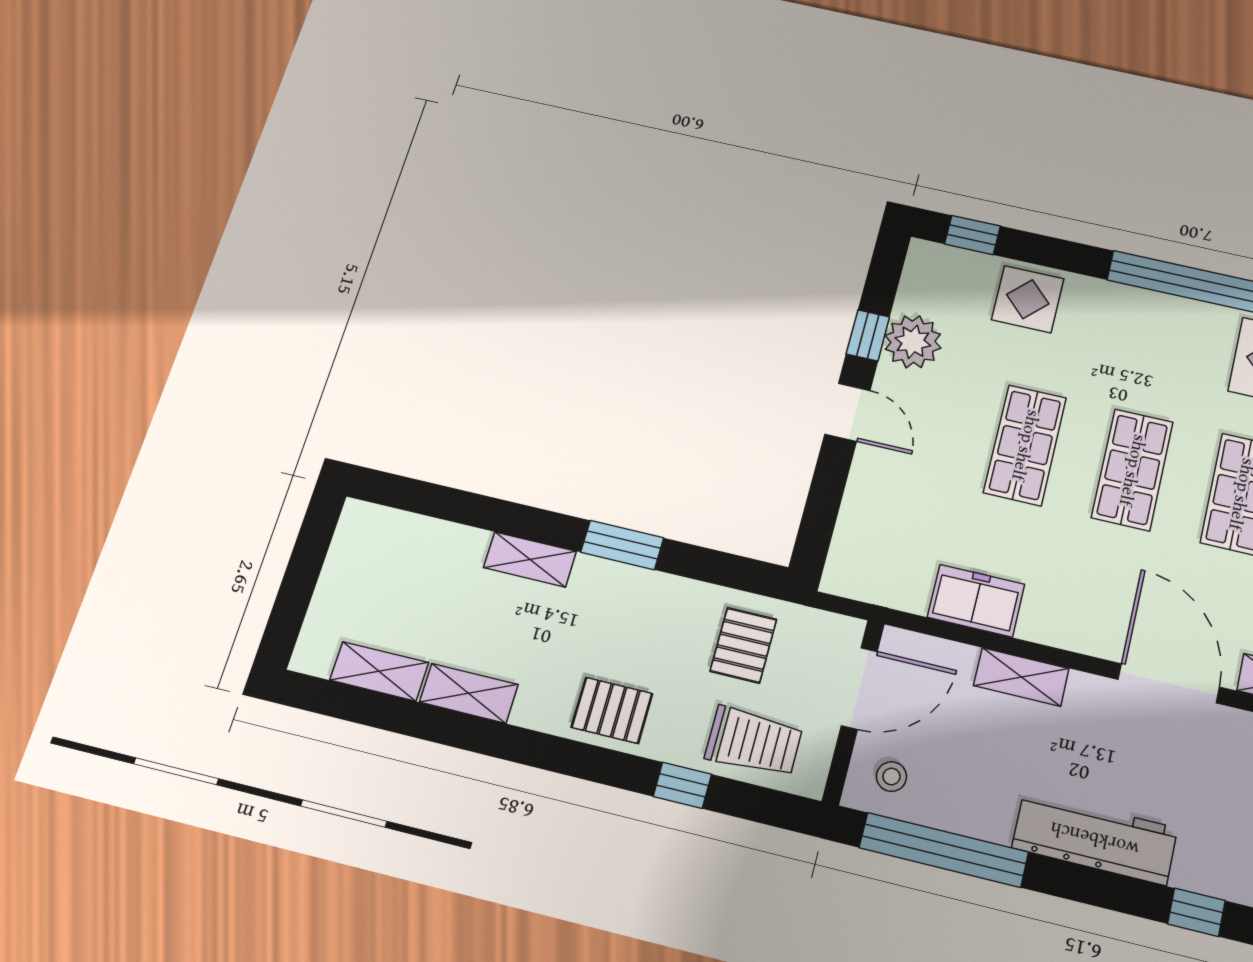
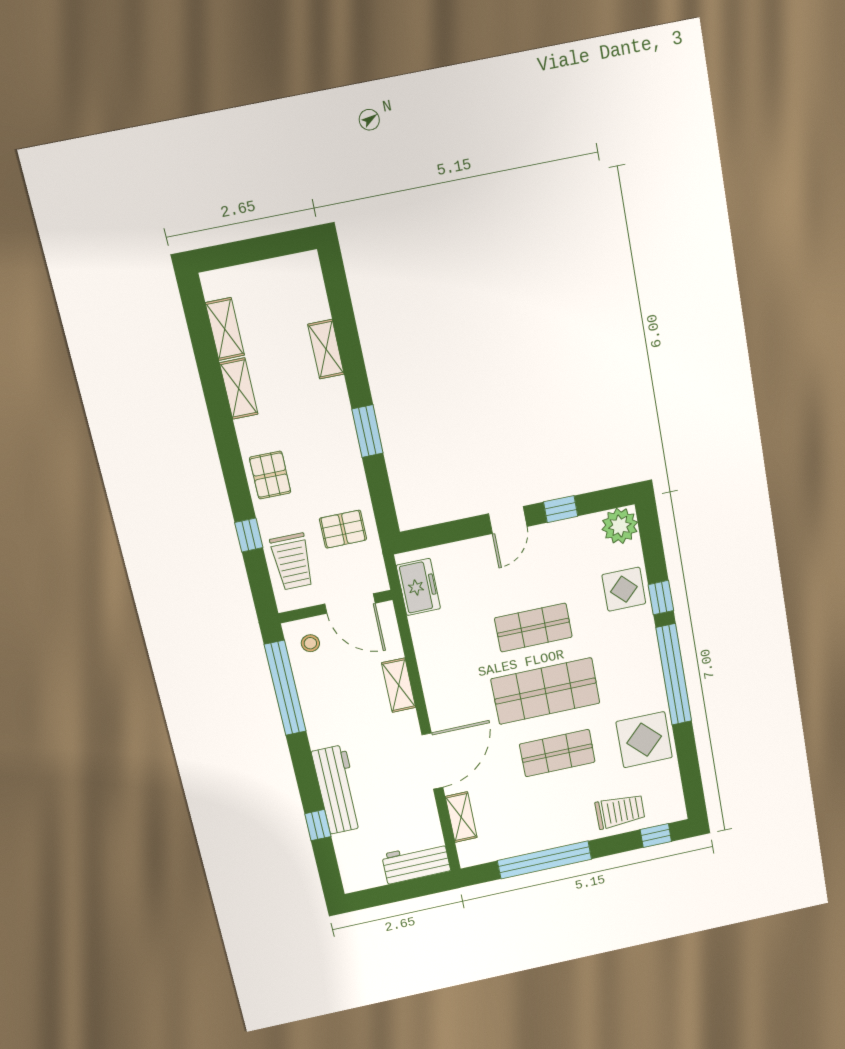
window: (972, 235) -> (661, 598), moved
plant: (913, 342) -> (620, 526), moved
shop shelf: (1132, 470) -> (545, 691), width x1.43, depth x1.36
shelving: (530, 559) -> (326, 349), moved
freezer: (976, 601) -> (418, 587), moved
workbench: (1095, 838) -> (337, 790), moved

